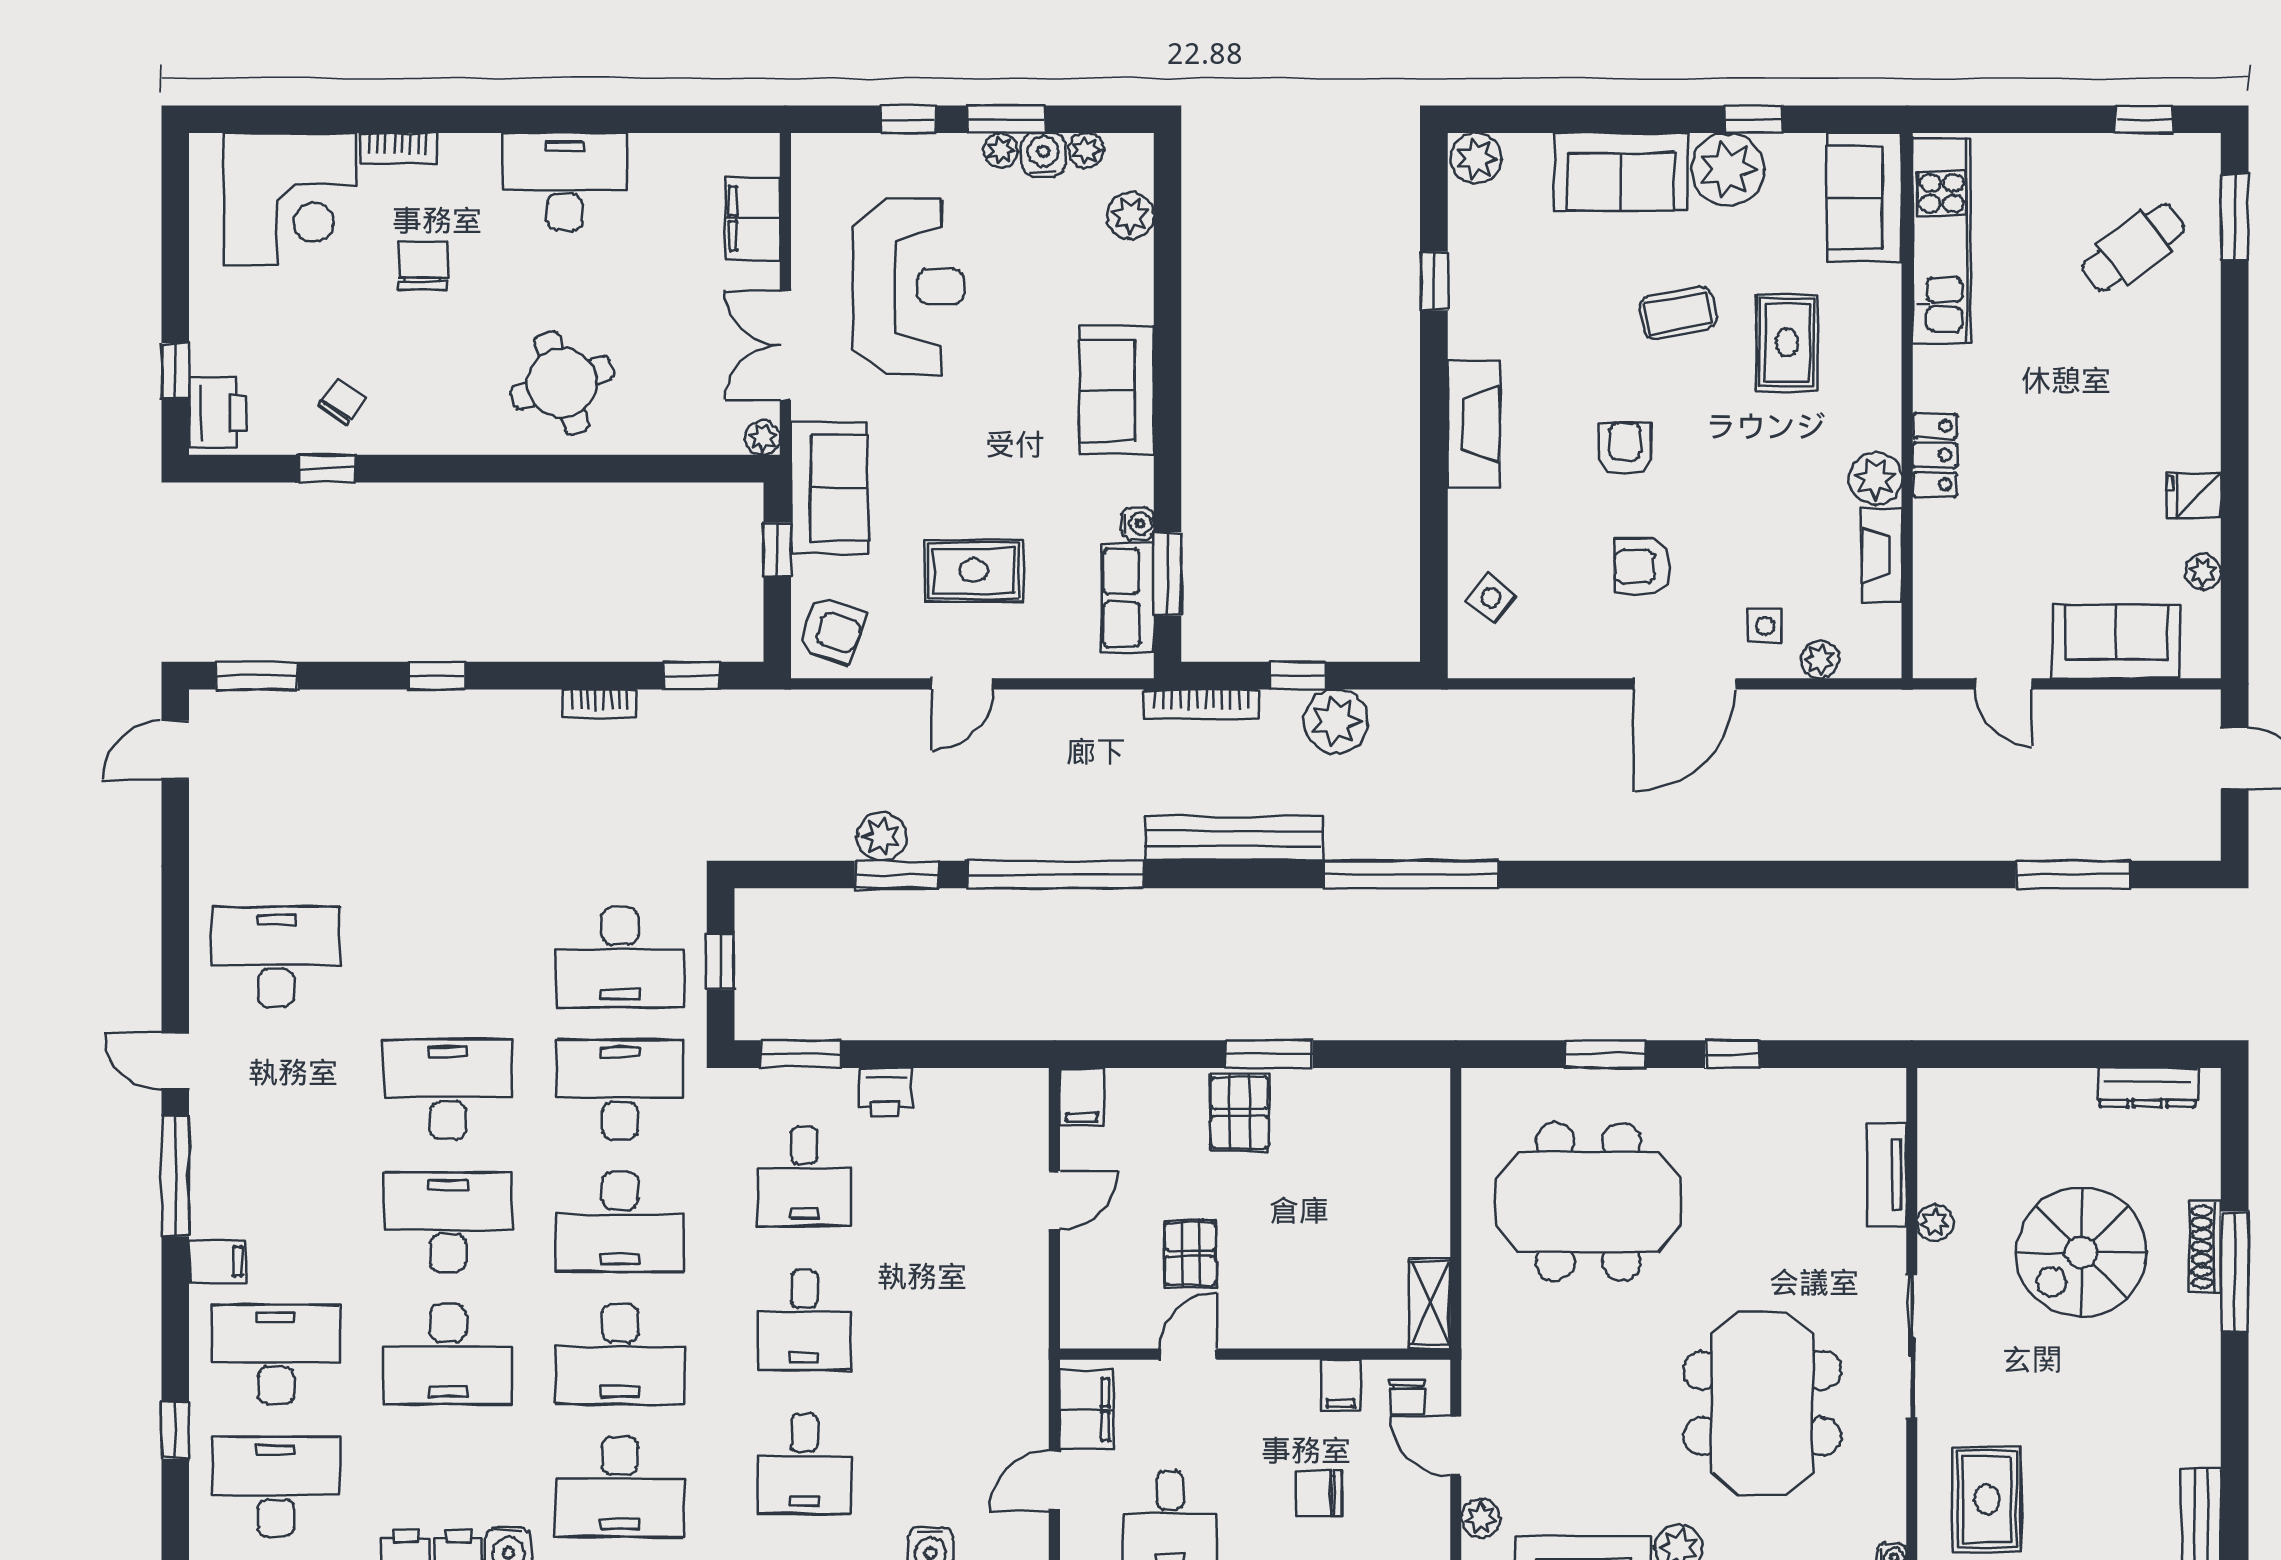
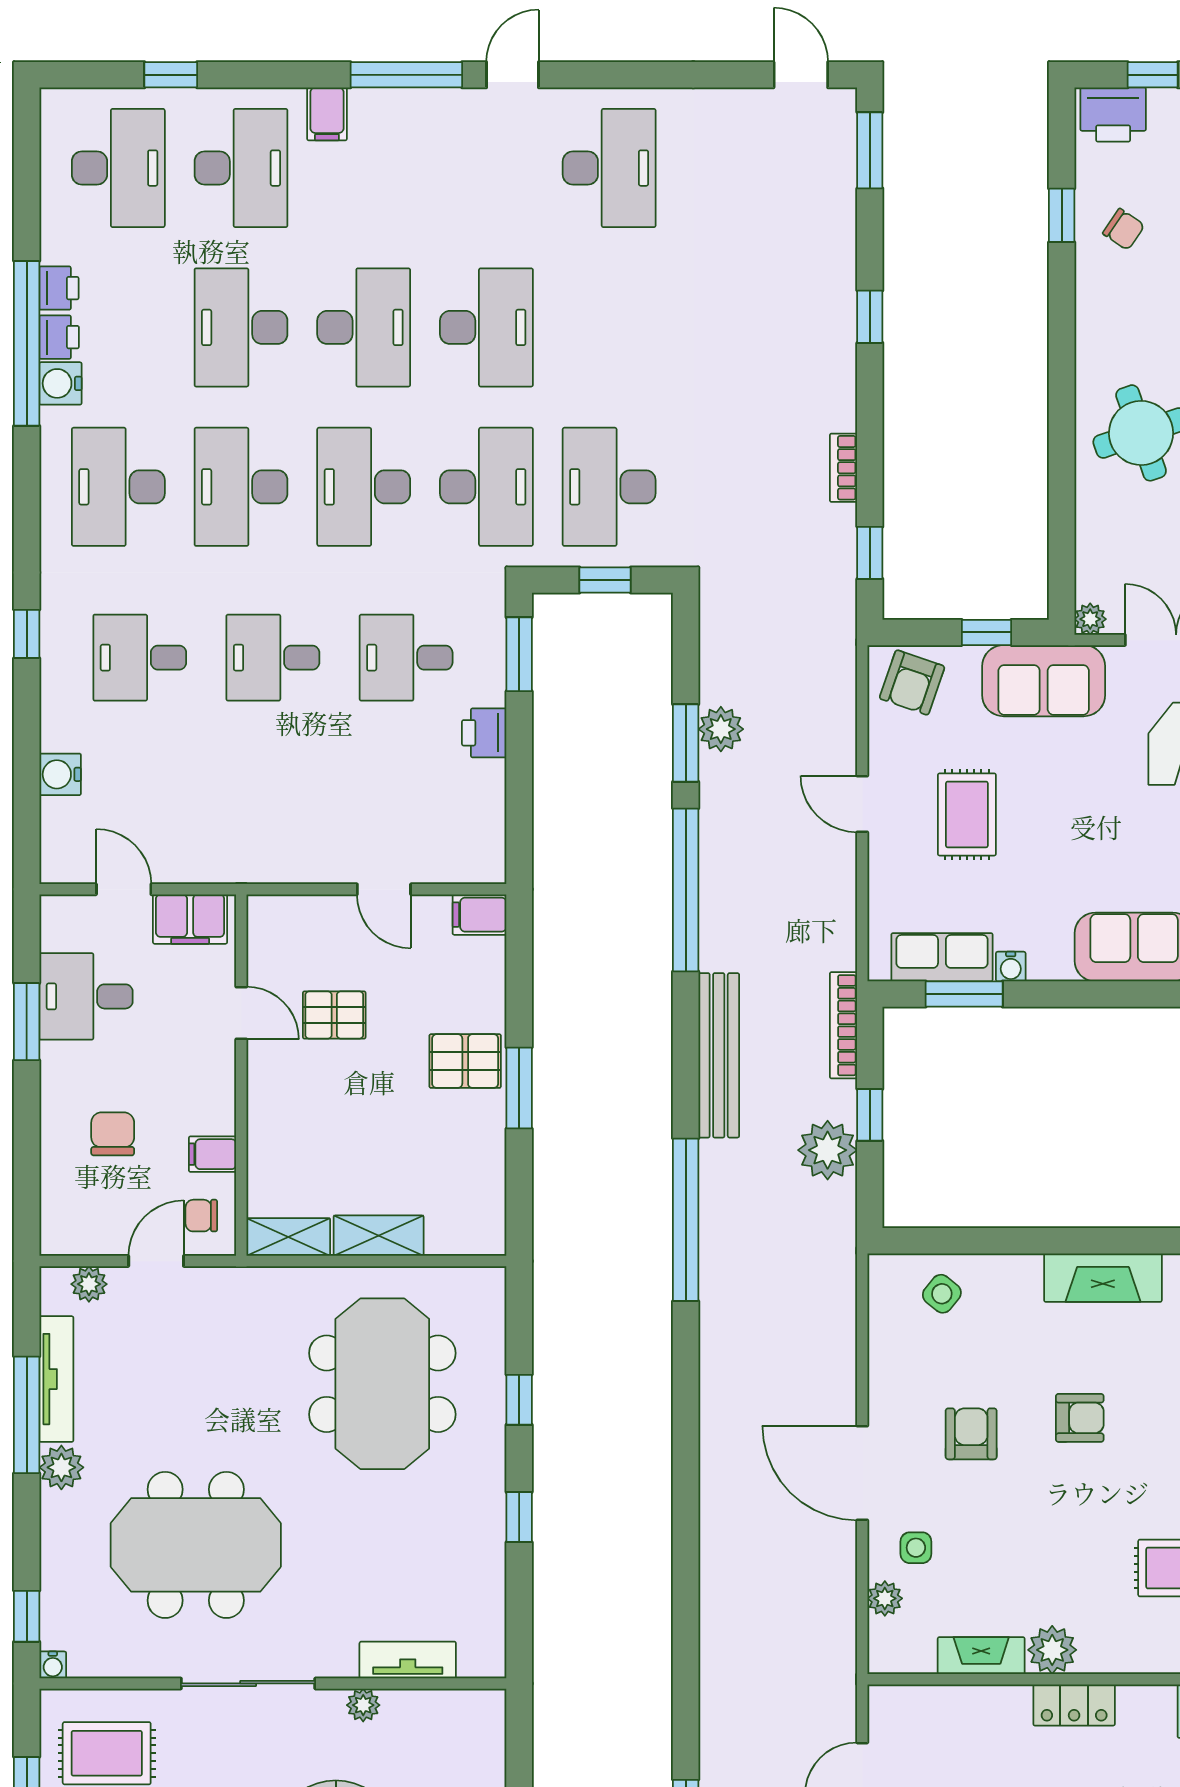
window: (1605, 1054) -> (519, 1400), width x0.67
shelving: (1428, 1206) -> (379, 1236), added

